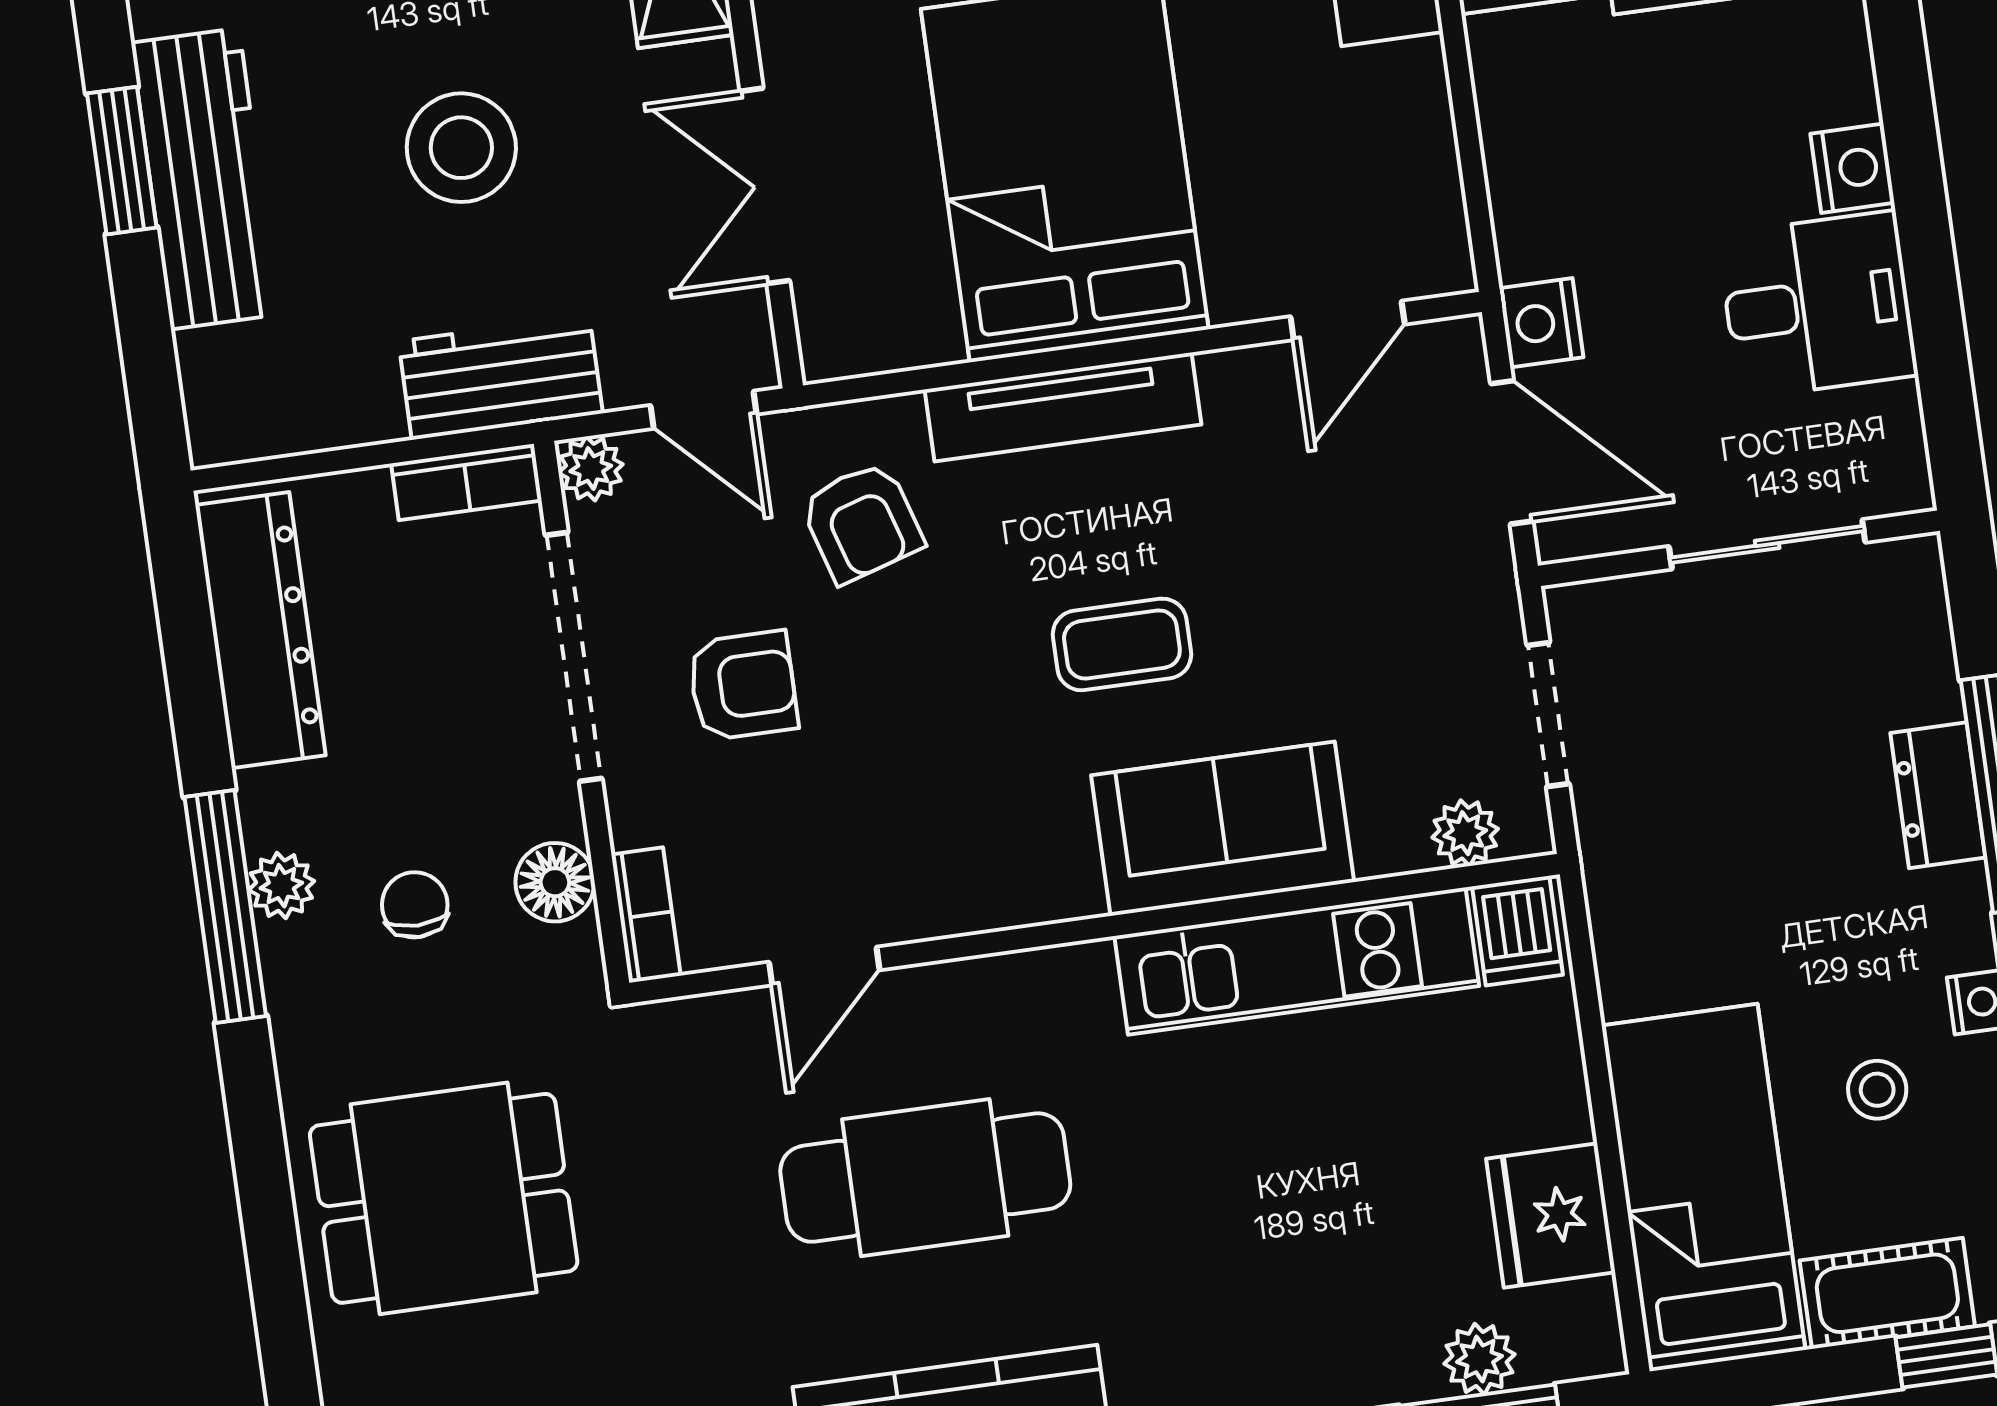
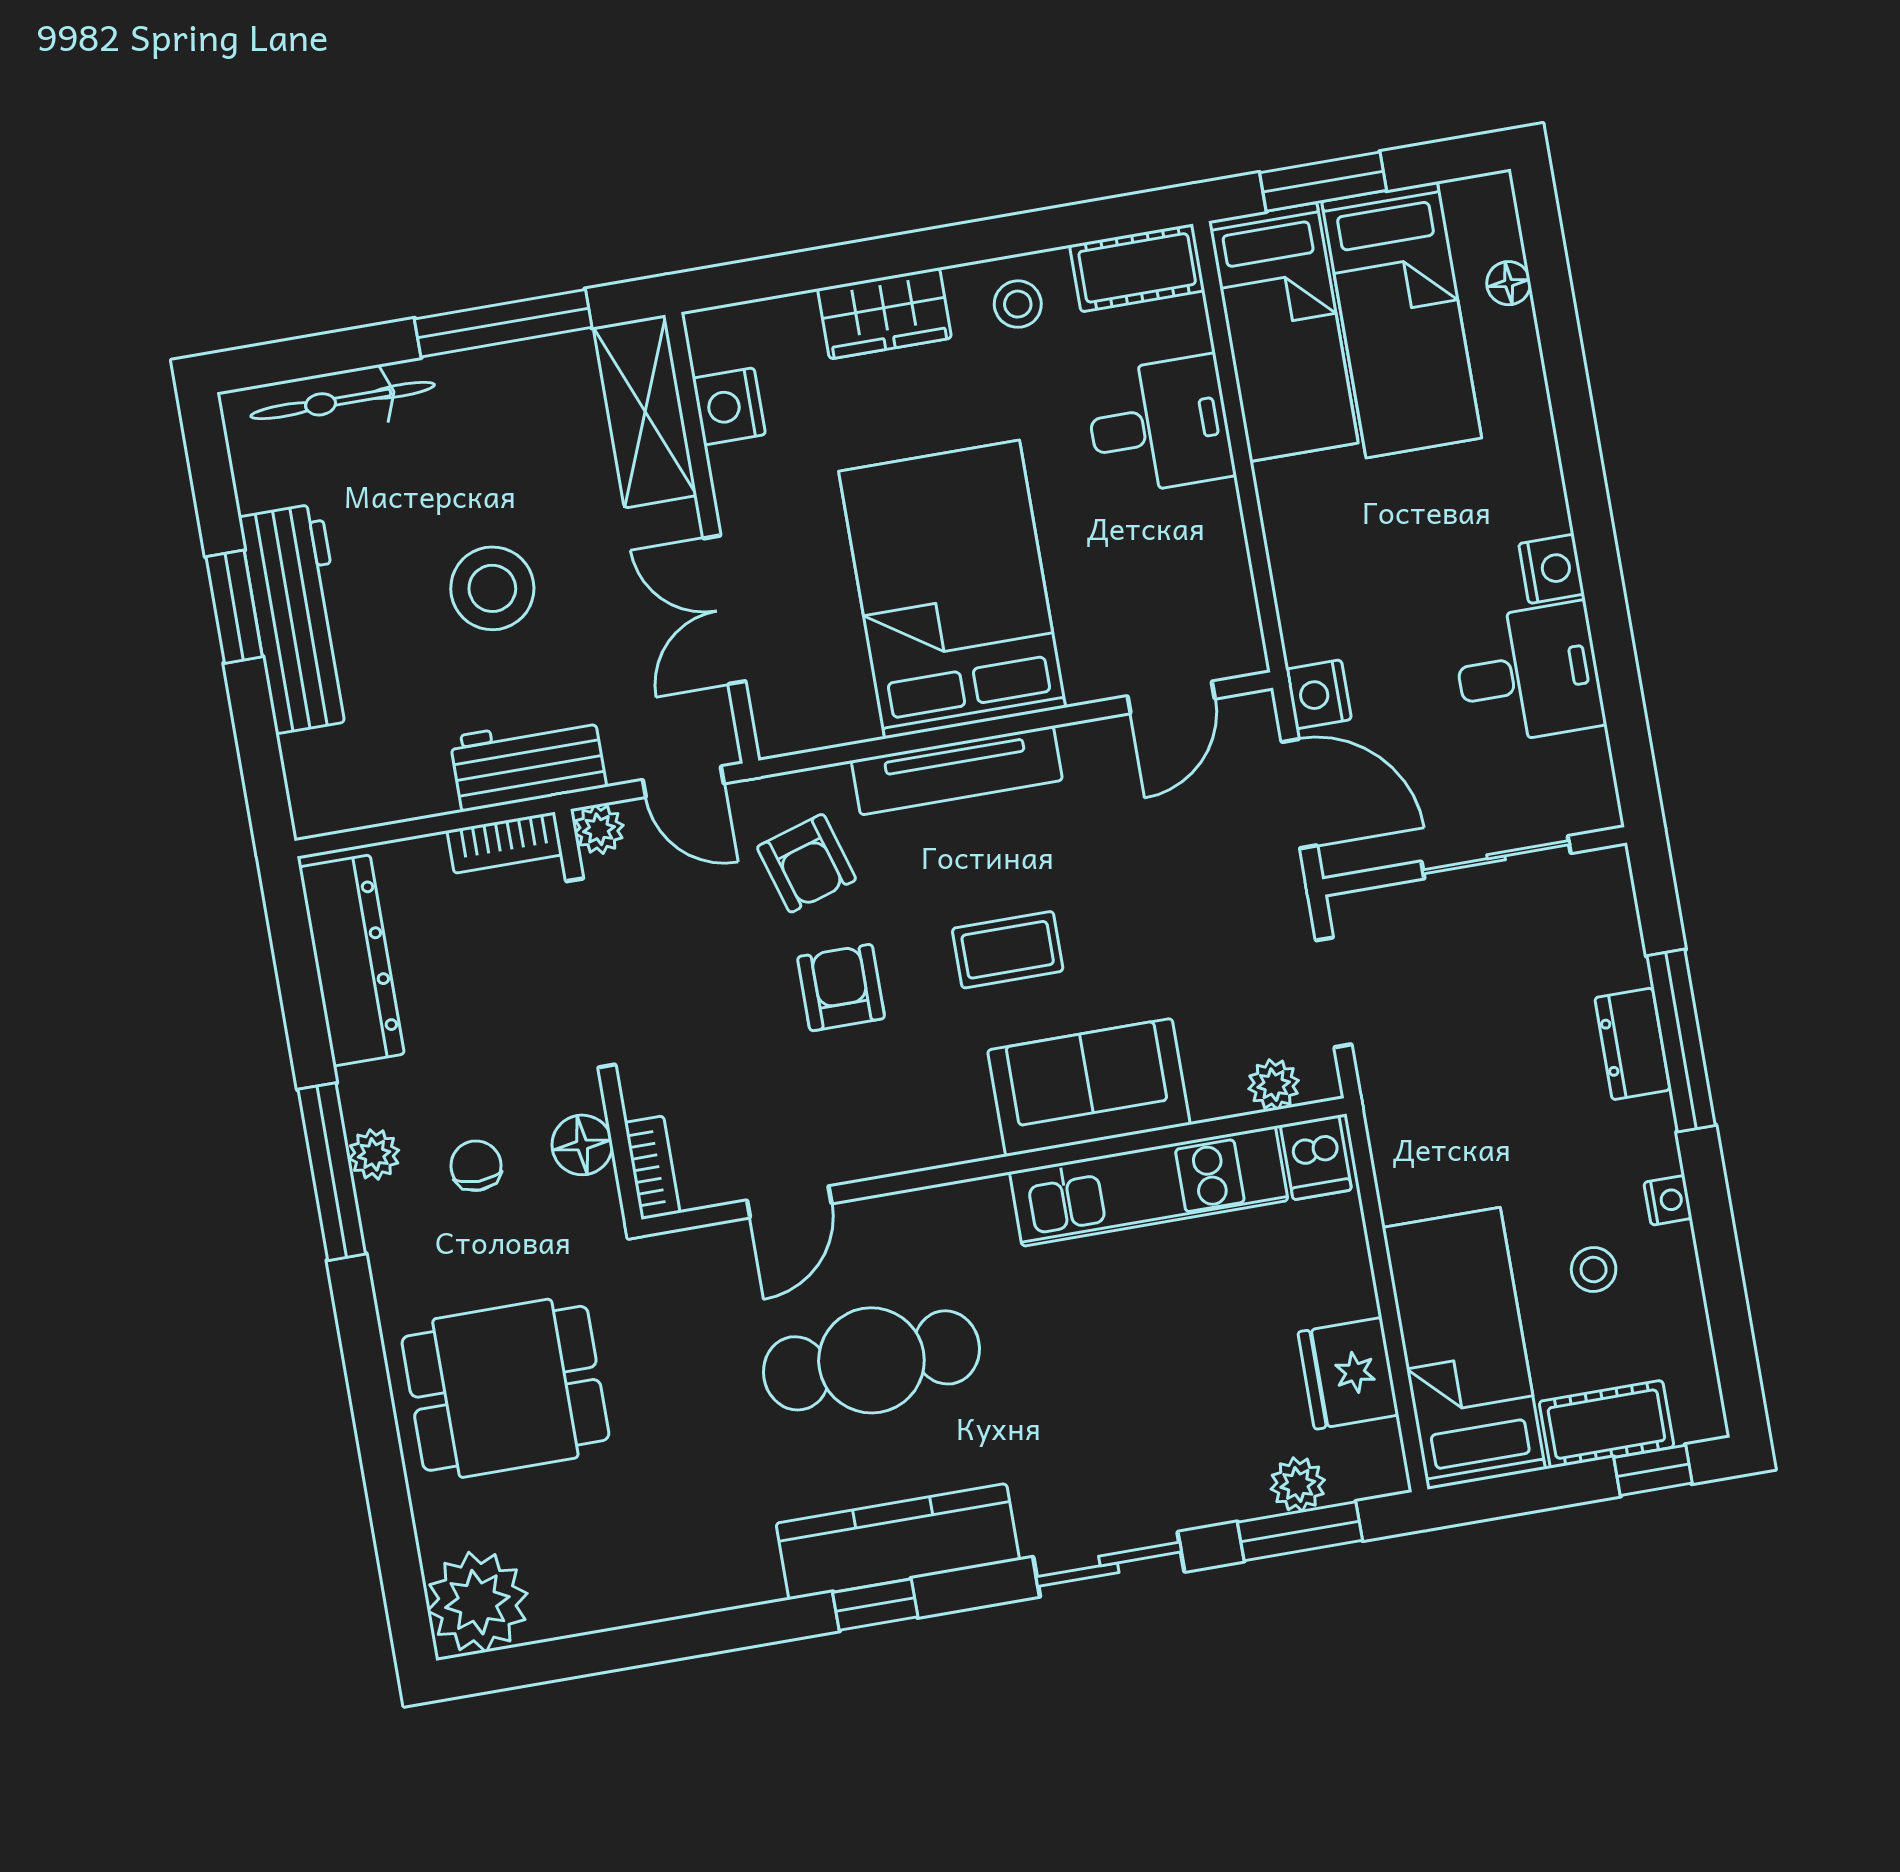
armchair: (743, 686) -> (841, 988), moved, turned -90

